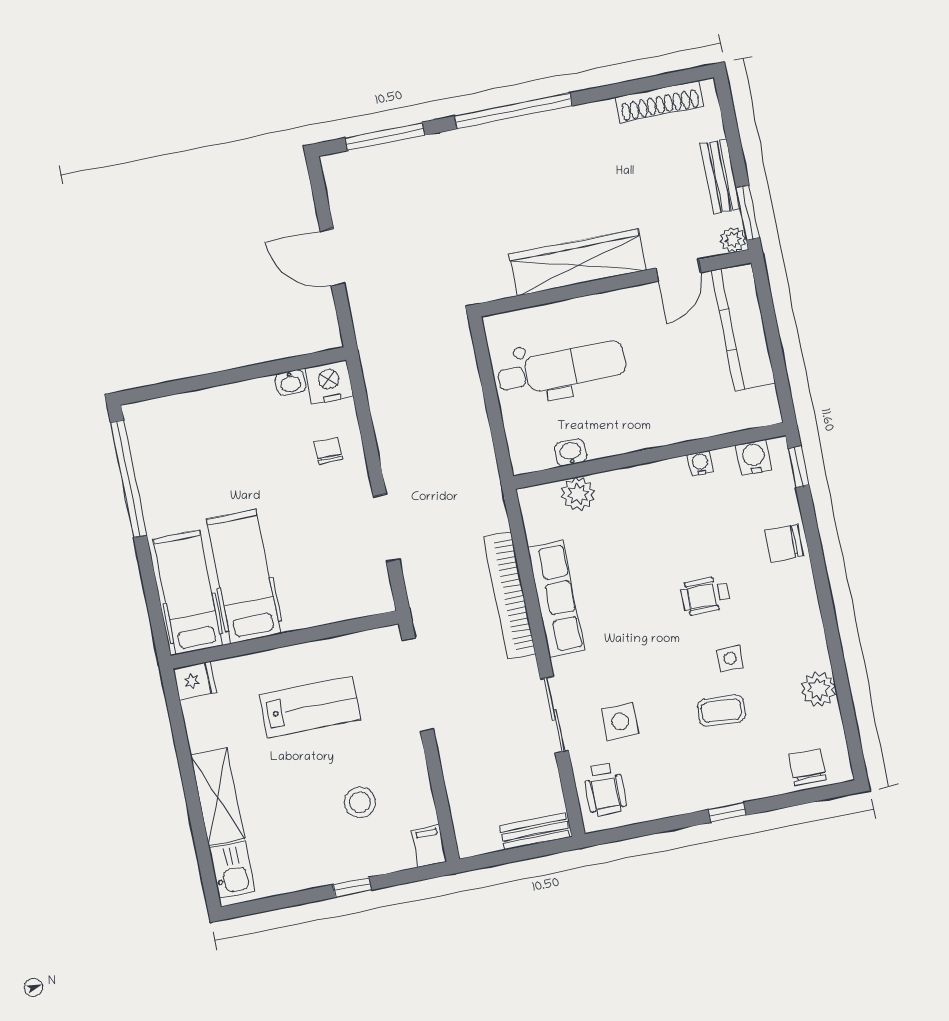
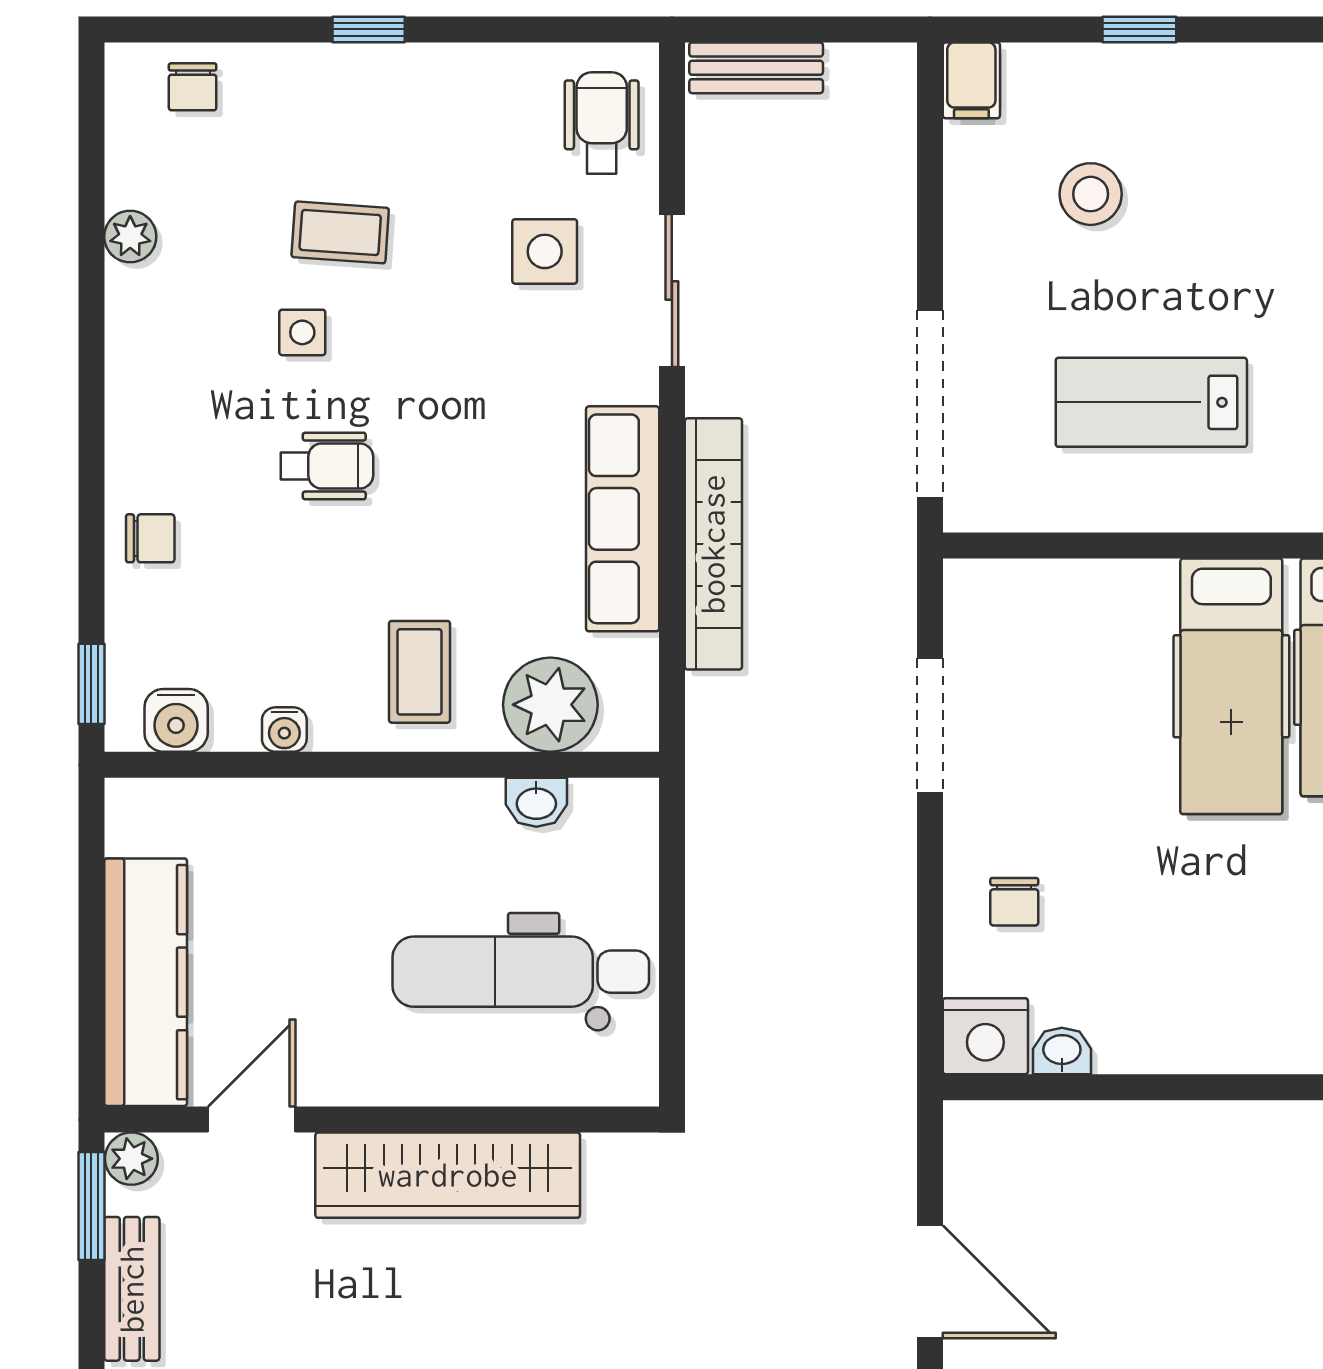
plant: (578, 494) -> (550, 705), width x1.36, depth x1.36
coffee table: (640, 505) -> (419, 672), added
chair: (784, 543) -> (150, 538), width x0.73, depth x0.73
plant: (818, 689) -> (130, 237), width x0.73, depth x0.73
chair: (807, 767) -> (193, 87), width x0.73, depth x0.73

